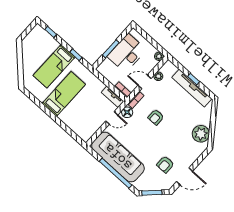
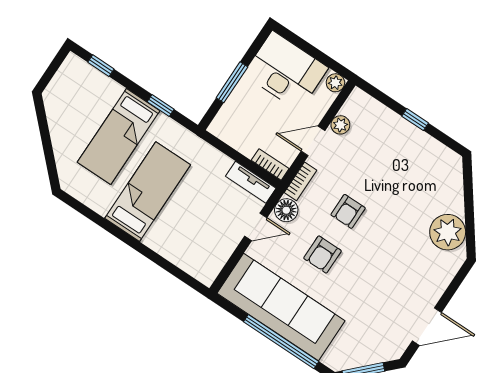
desk: (127, 53) -> (286, 71), moved, turned 90
tv unit: (192, 88) -> (415, 139), removed
armchair: (165, 164) -> (322, 255), moved

